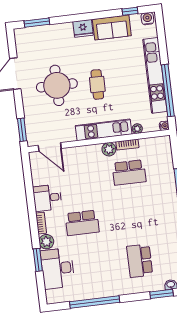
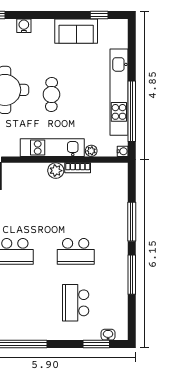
water cooler: (147, 19) -> (24, 26), moved
fridge: (83, 28) -> (43, 28), removed
school desk: (129, 173) -> (76, 251), moved

